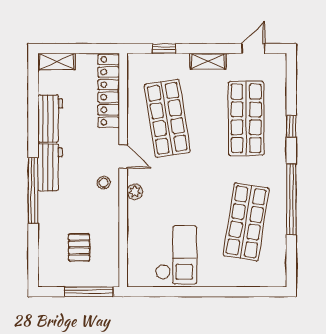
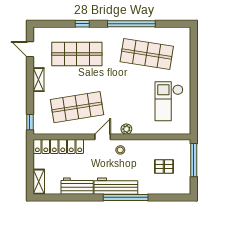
window: (164, 49) -> (30, 122), moved
workbench: (50, 167) -> (116, 186), width x1.38
checkout: (176, 255) -> (169, 101), turned -90

